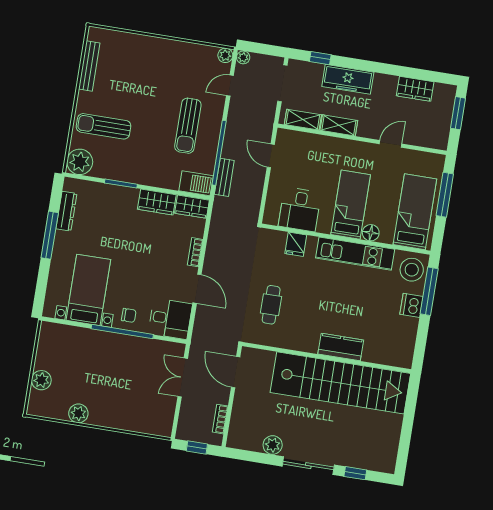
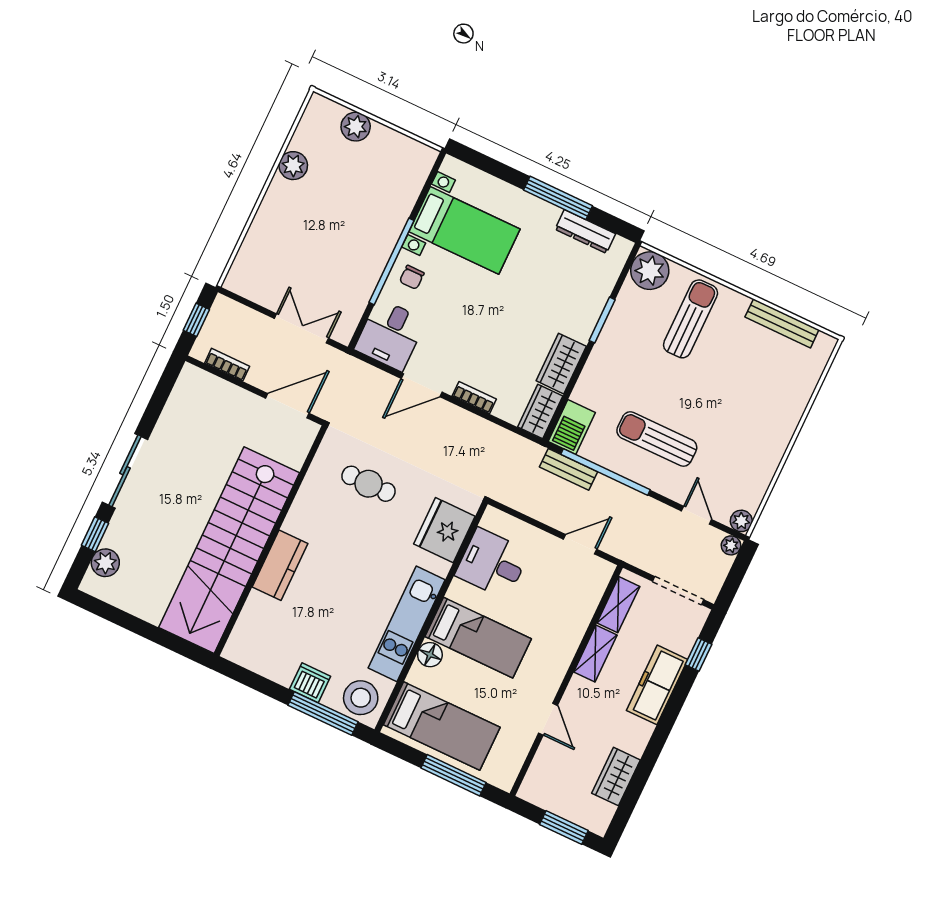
fridge: (296, 244) -> (444, 530), width x1.88, depth x1.34
plant: (273, 445) -> (105, 563), moved

